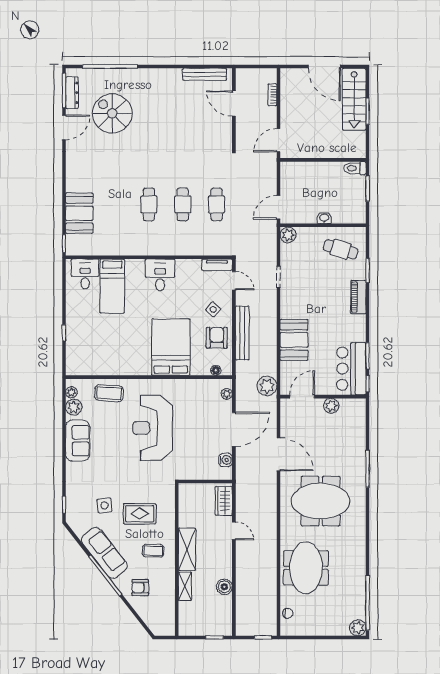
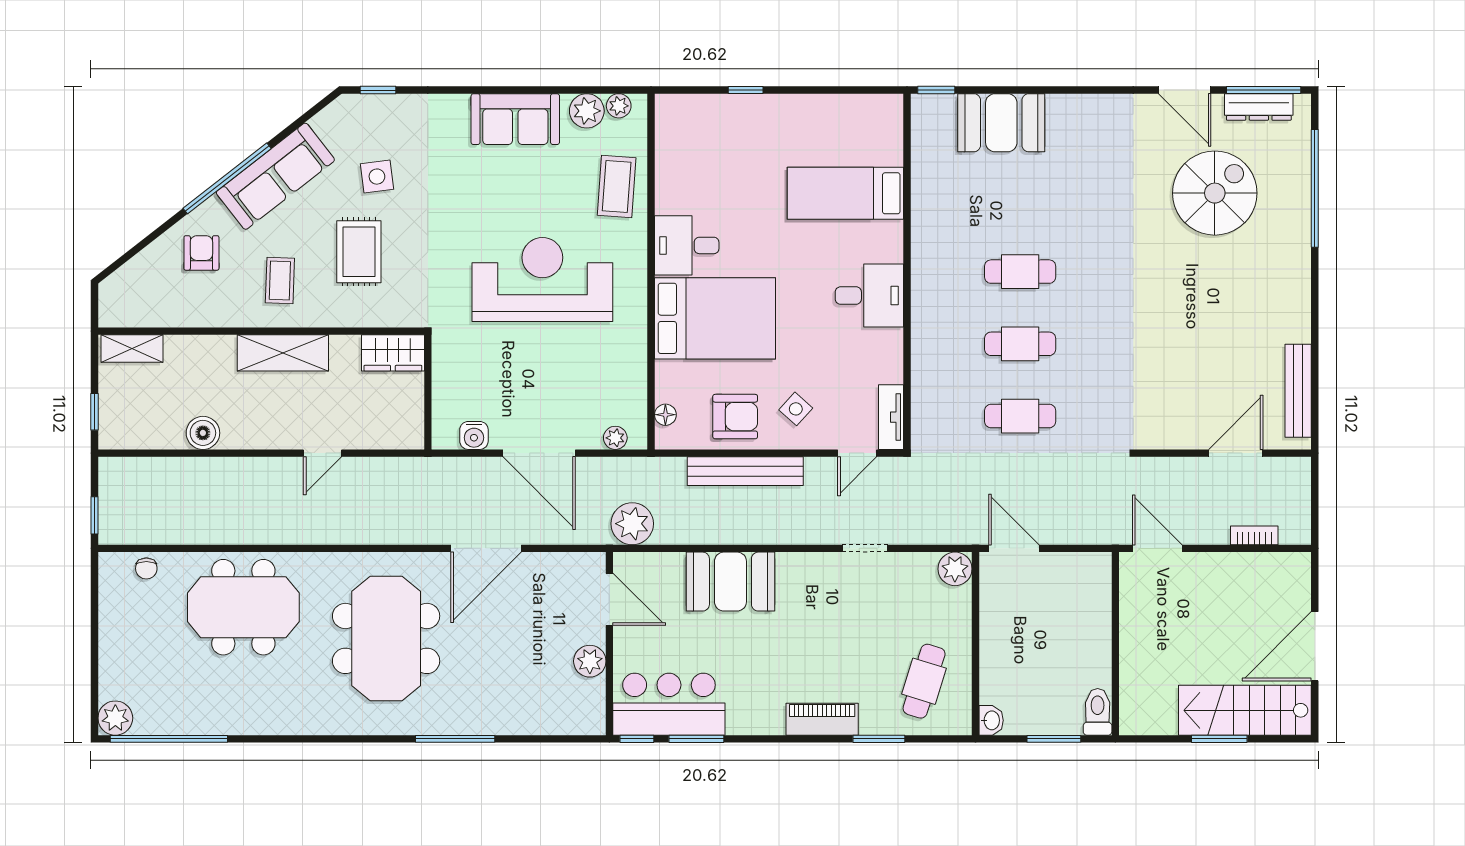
washbasin: (324, 218) -> (991, 720), moved
desk: (85, 274) -> (687, 245), moved, turned 180
wardrobe: (224, 501) -> (393, 353), moved, turned 180
shelving: (185, 586) -> (132, 349), moved

